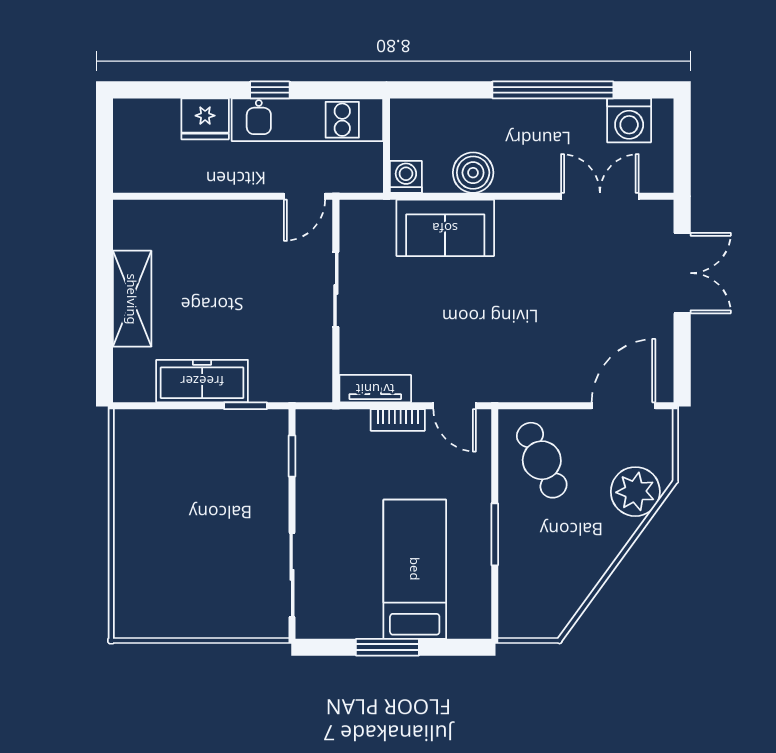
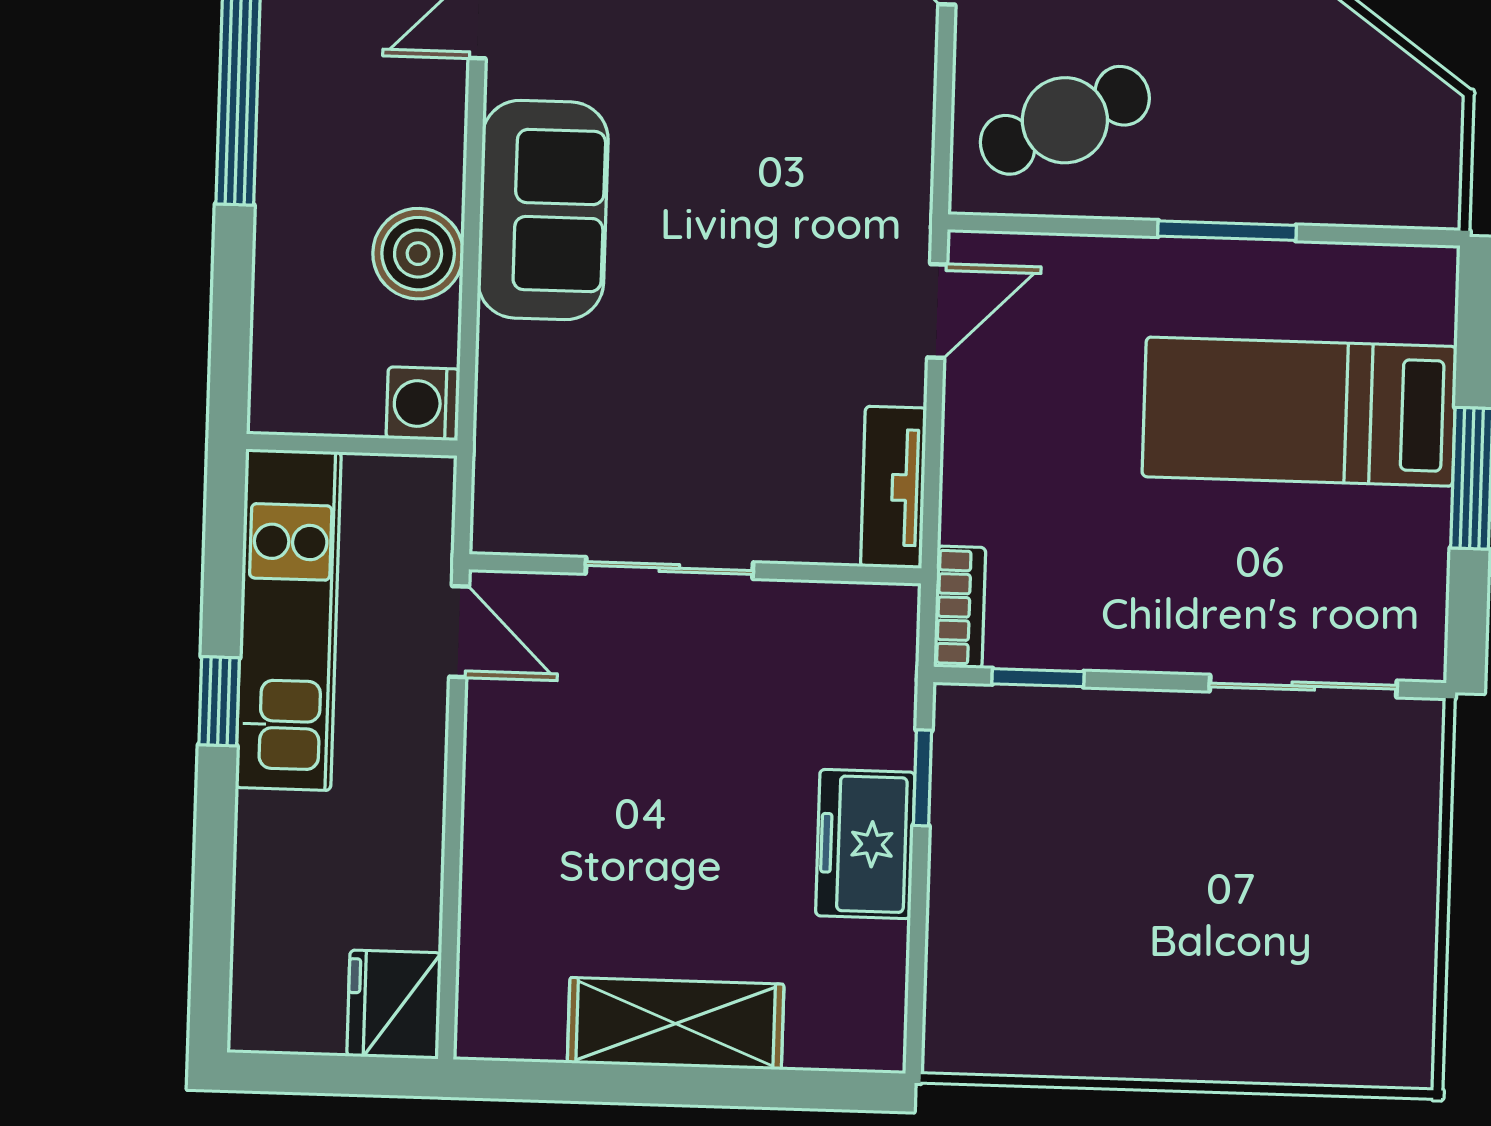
fridge: (205, 119) -> (394, 1005), moved, turned 180
sofa: (445, 228) -> (543, 210), moved
freezer: (202, 381) -> (865, 844), width x0.71
bookcase: (398, 420) -> (960, 607), moved

